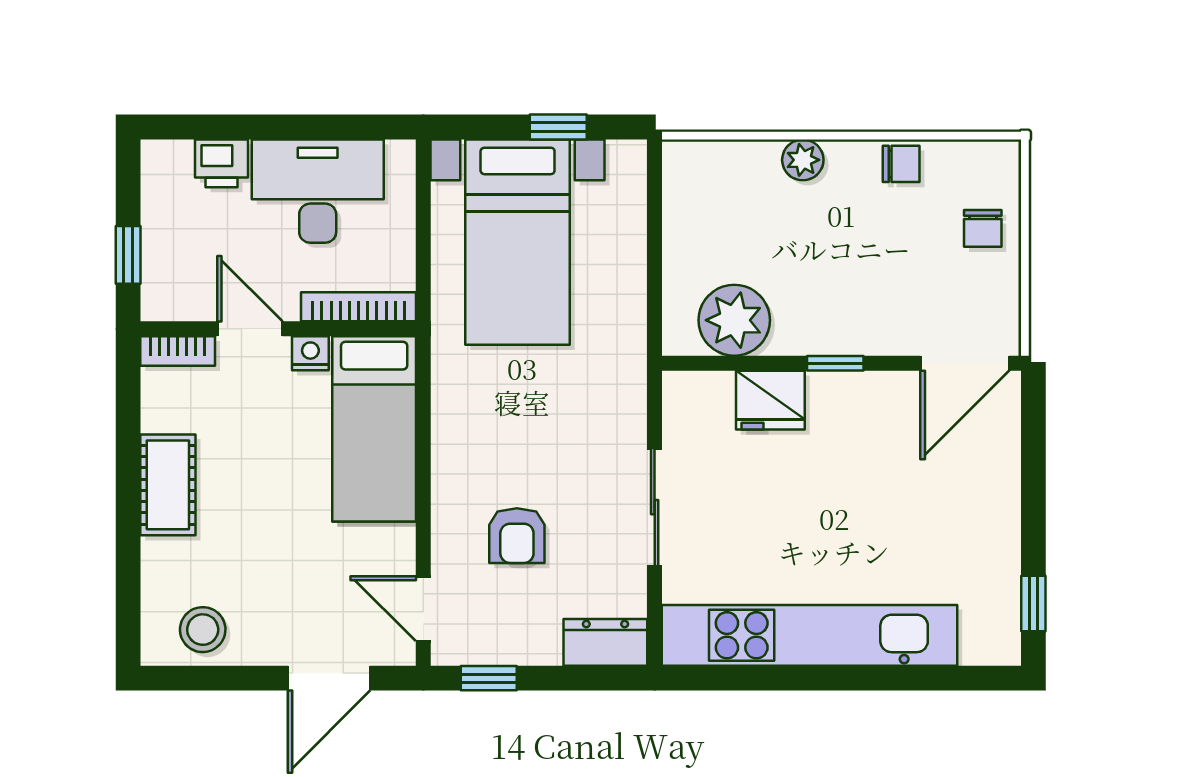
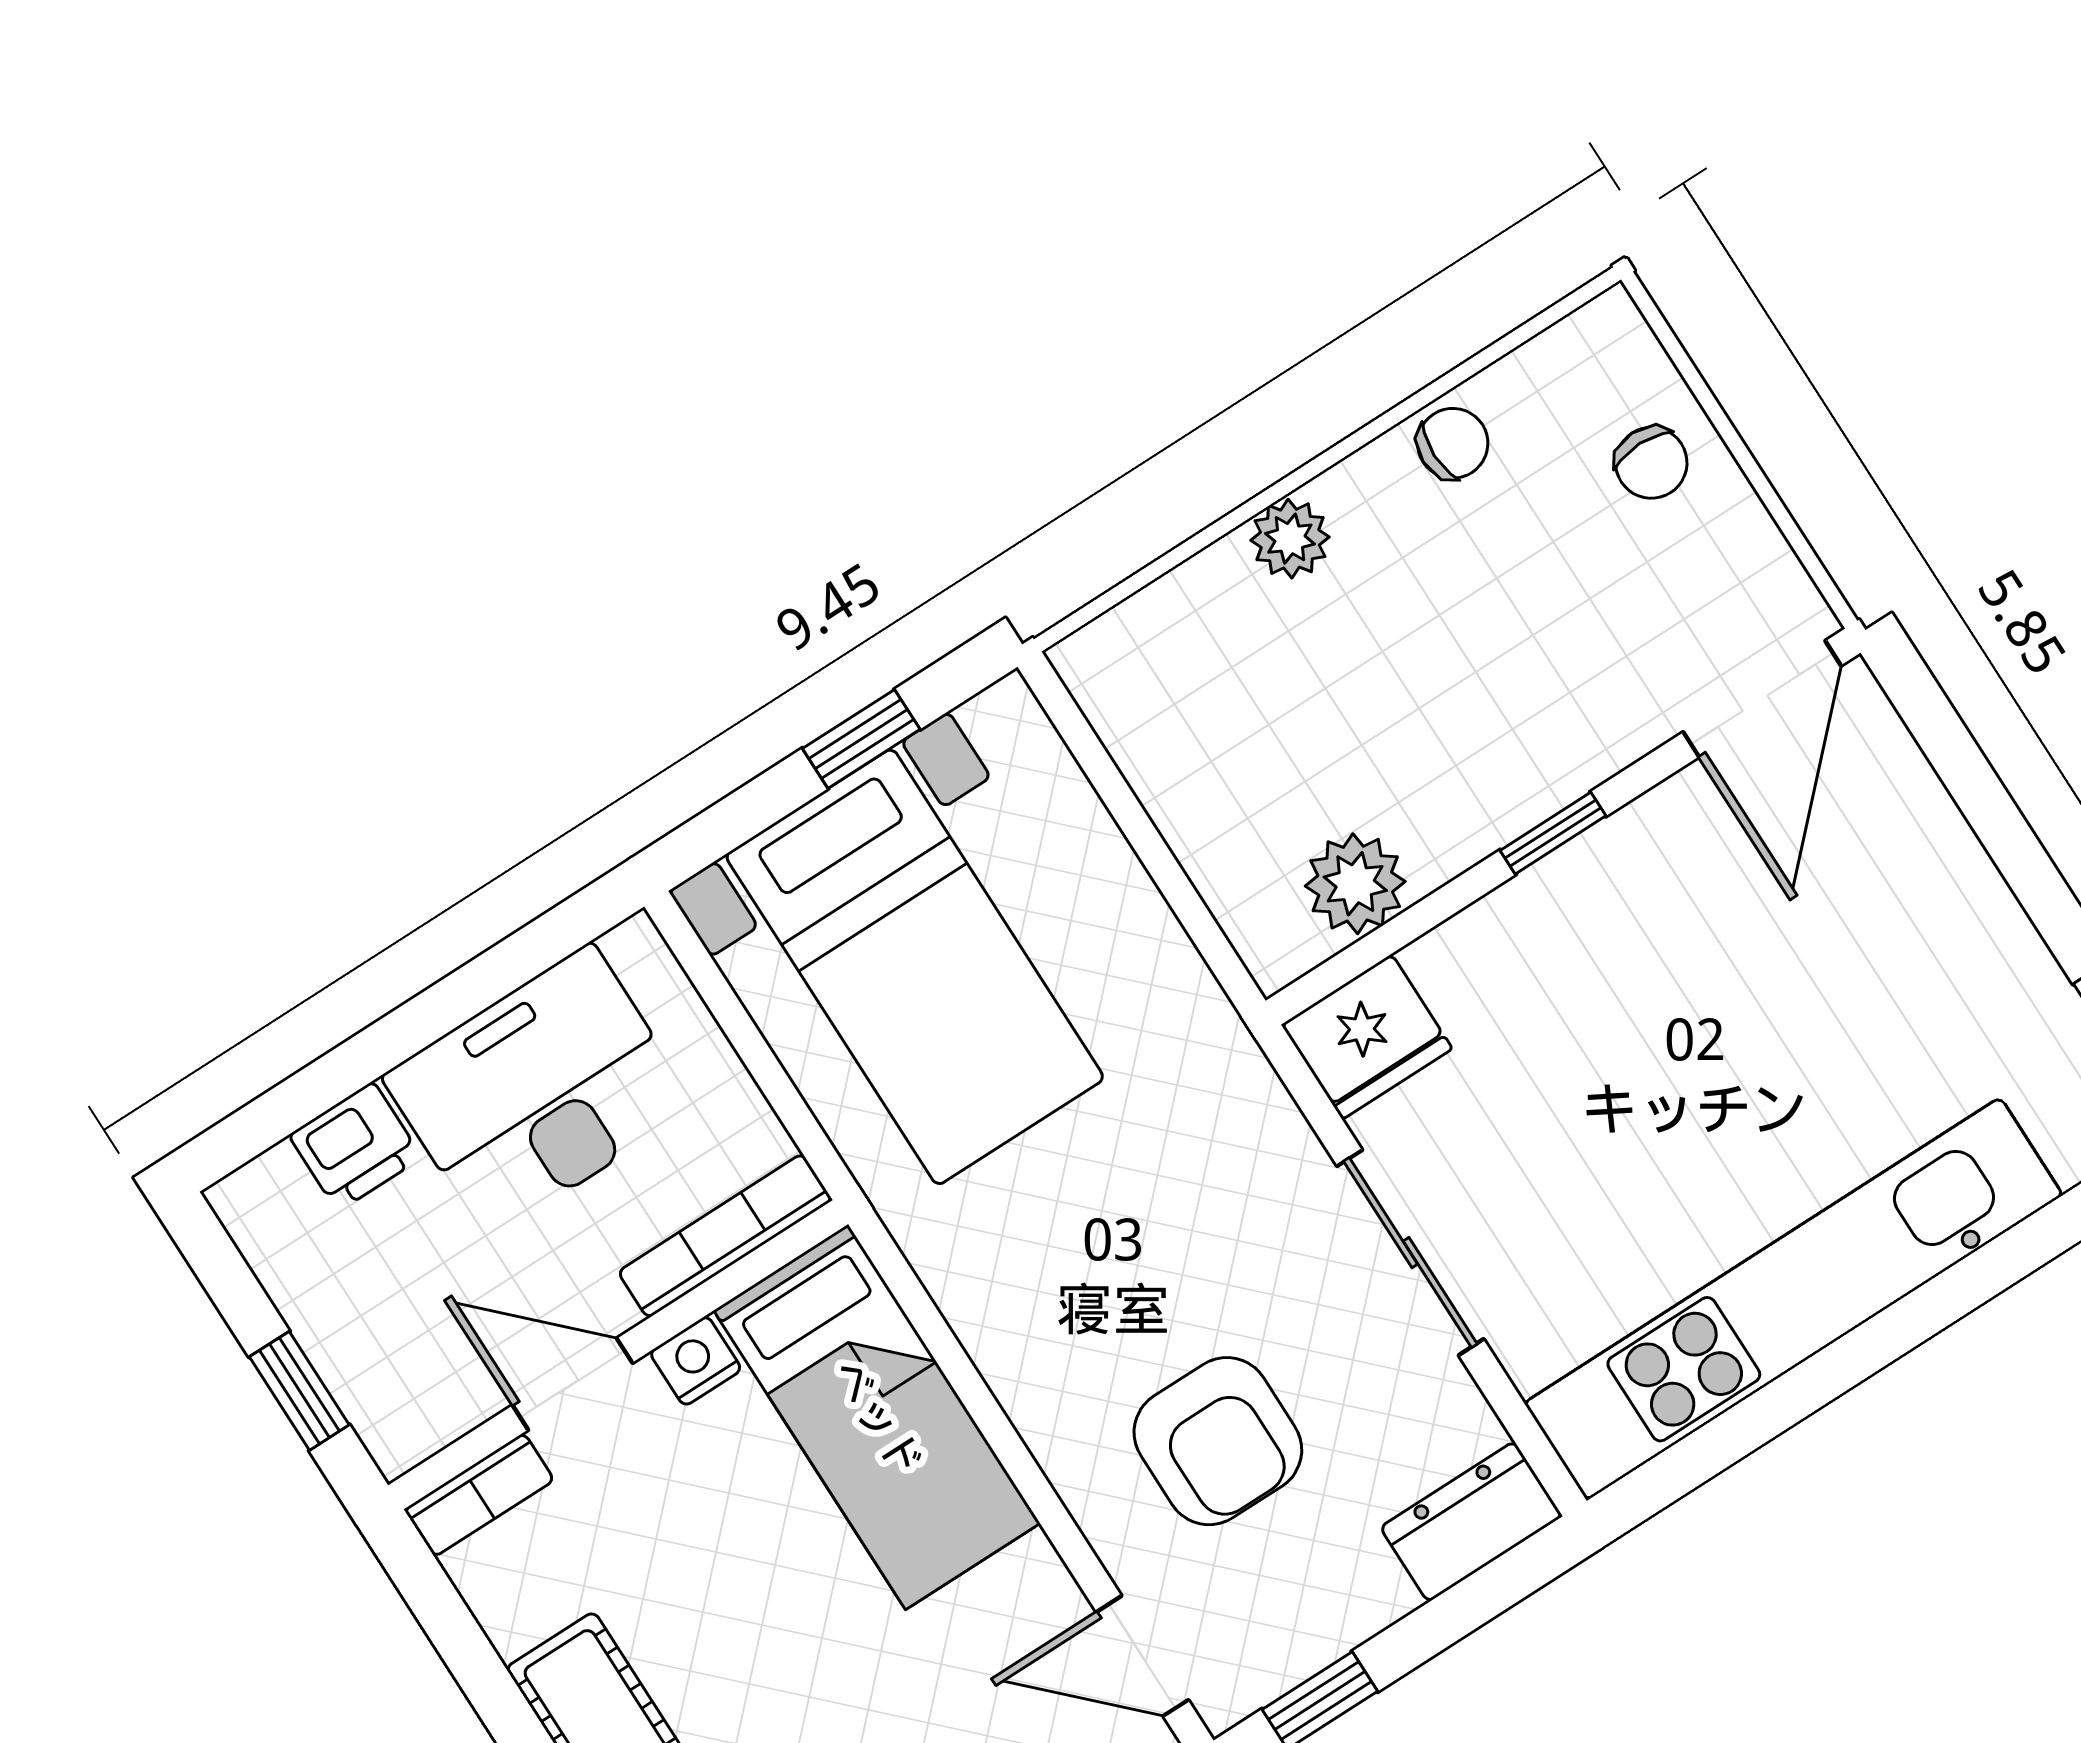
plant: (734, 320) -> (1355, 884), width x0.73, depth x0.73
fridge: (770, 400) -> (1367, 1037), moved
armchair: (517, 536) -> (1218, 1441), width x1.38, depth x1.38

